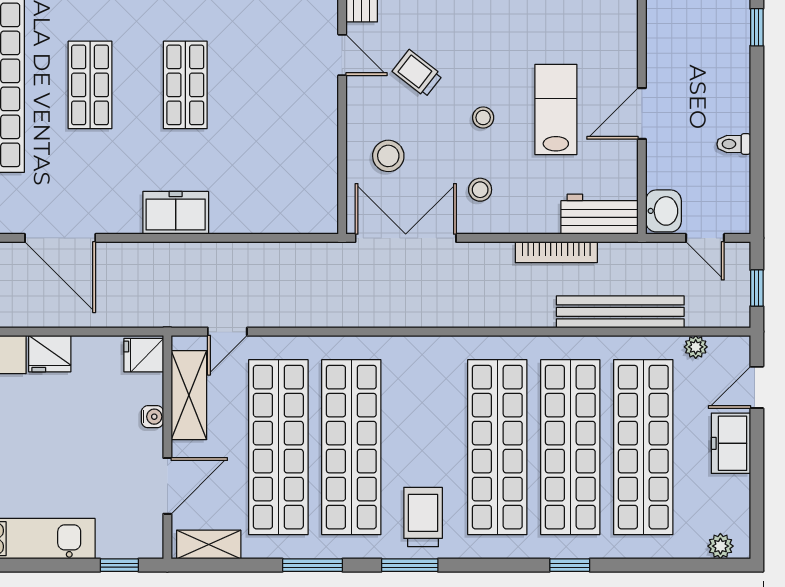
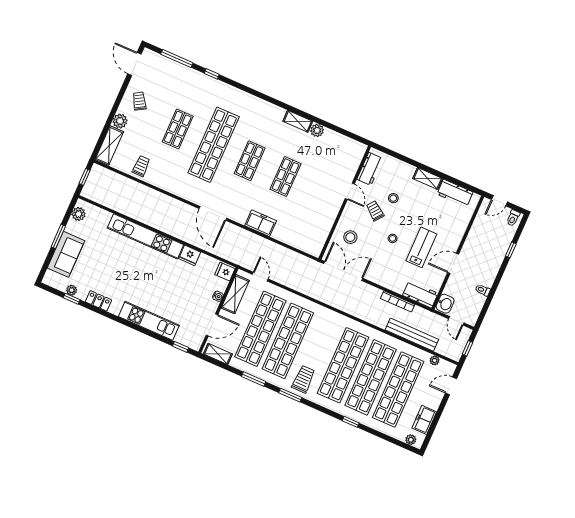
stool: (480, 190) -> (393, 198), moved
door: (227, 332) -> (260, 277), swing flipped
freezer: (731, 443) -> (424, 420), moved

